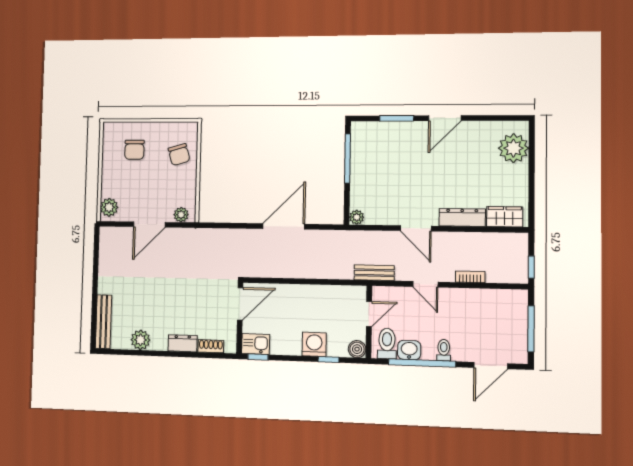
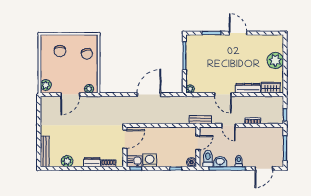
door: (445, 118) -> (238, 33), swing flipped
plant: (513, 148) -> (275, 60), moved
washing machine: (314, 344) -> (150, 160), moved

